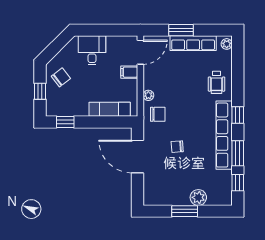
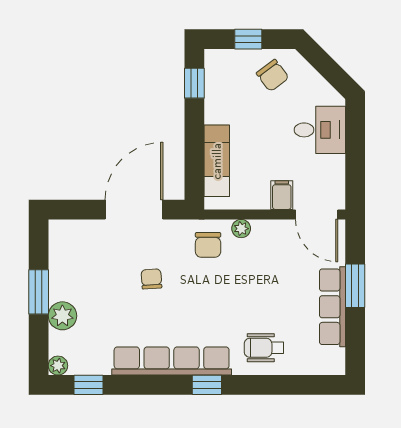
plant: (227, 44) -> (58, 366), moved
window: (238, 153) -> (140, 385), removed

